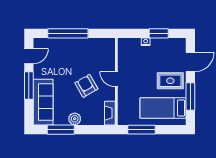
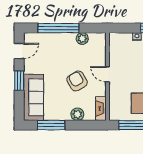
plant: (91, 44) -> (82, 39), added
window: (29, 85) -> (19, 81), width x0.69
plant: (75, 119) -> (77, 114), moved

